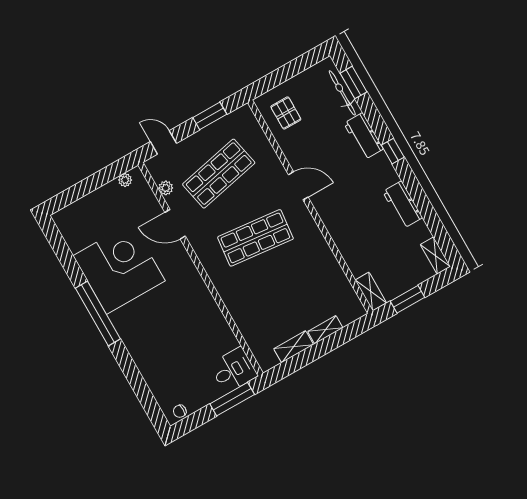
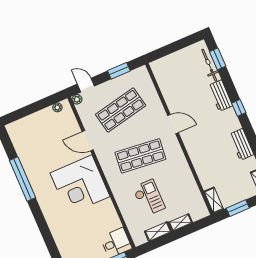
pallet: (286, 113) -> (170, 74), removed
plant: (166, 188) -> (77, 99), moved
corner desk: (119, 268) -> (80, 185), moved, turned 180
checkout: (275, 299) -> (149, 198), added
window: (98, 314) -> (23, 179), moved

